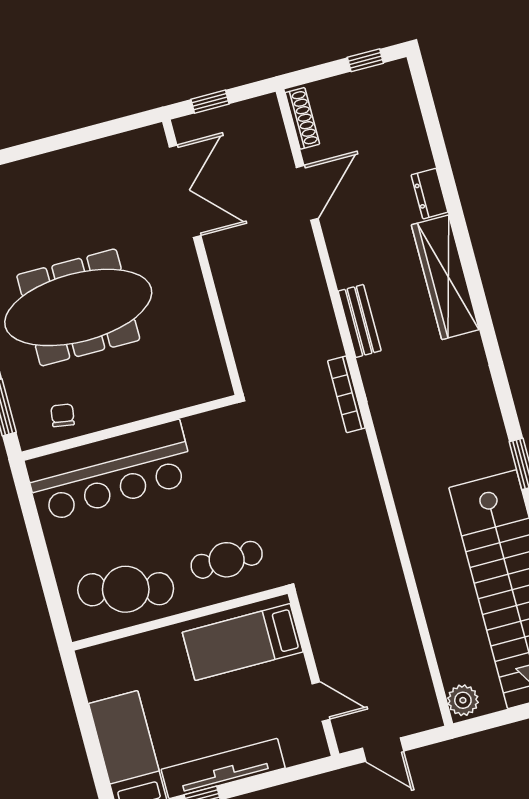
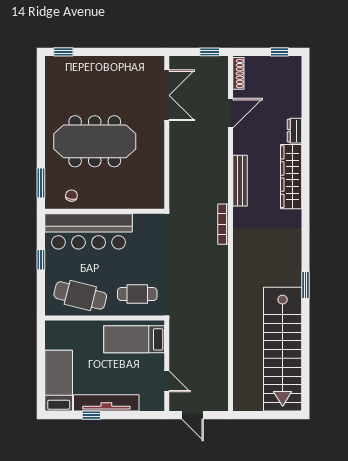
window: (210, 102) -> (210, 52), moved
bench: (360, 321) -> (240, 181), width x1.36
window: (39, 544) -> (41, 260), added
plant: (463, 700) -> (241, 401), removed

